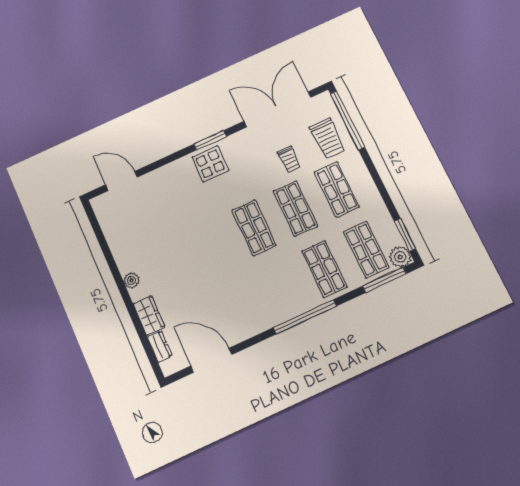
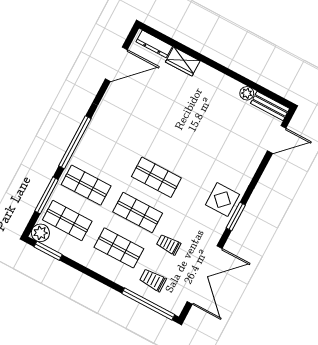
trolley: (327, 138) -> (153, 280), width x0.73, depth x0.72
bench: (104, 215) -> (270, 106), added
plant: (131, 280) -> (247, 93), moved
window: (384, 280) -> (47, 195), moved
dresser: (160, 346) -> (154, 44), width x1.44

